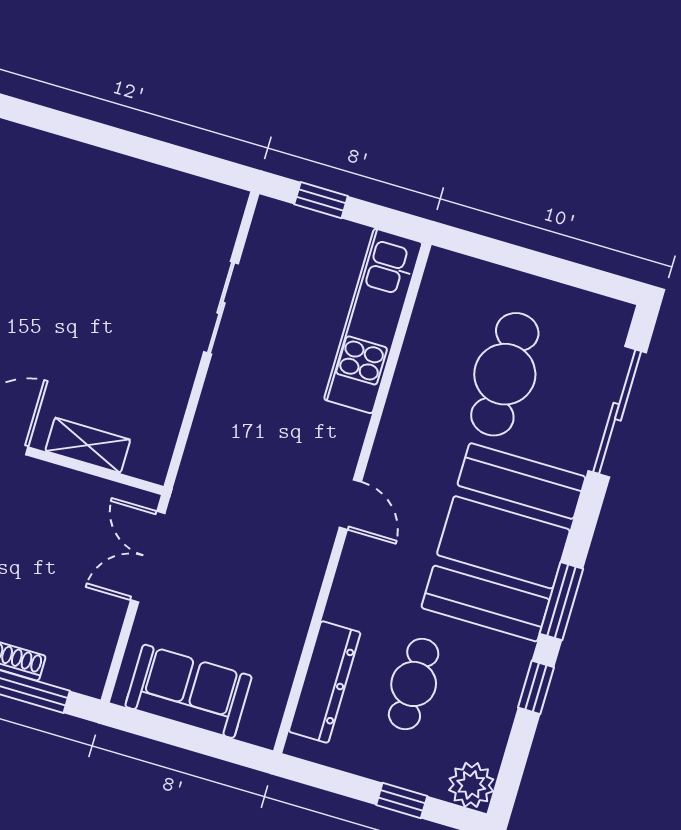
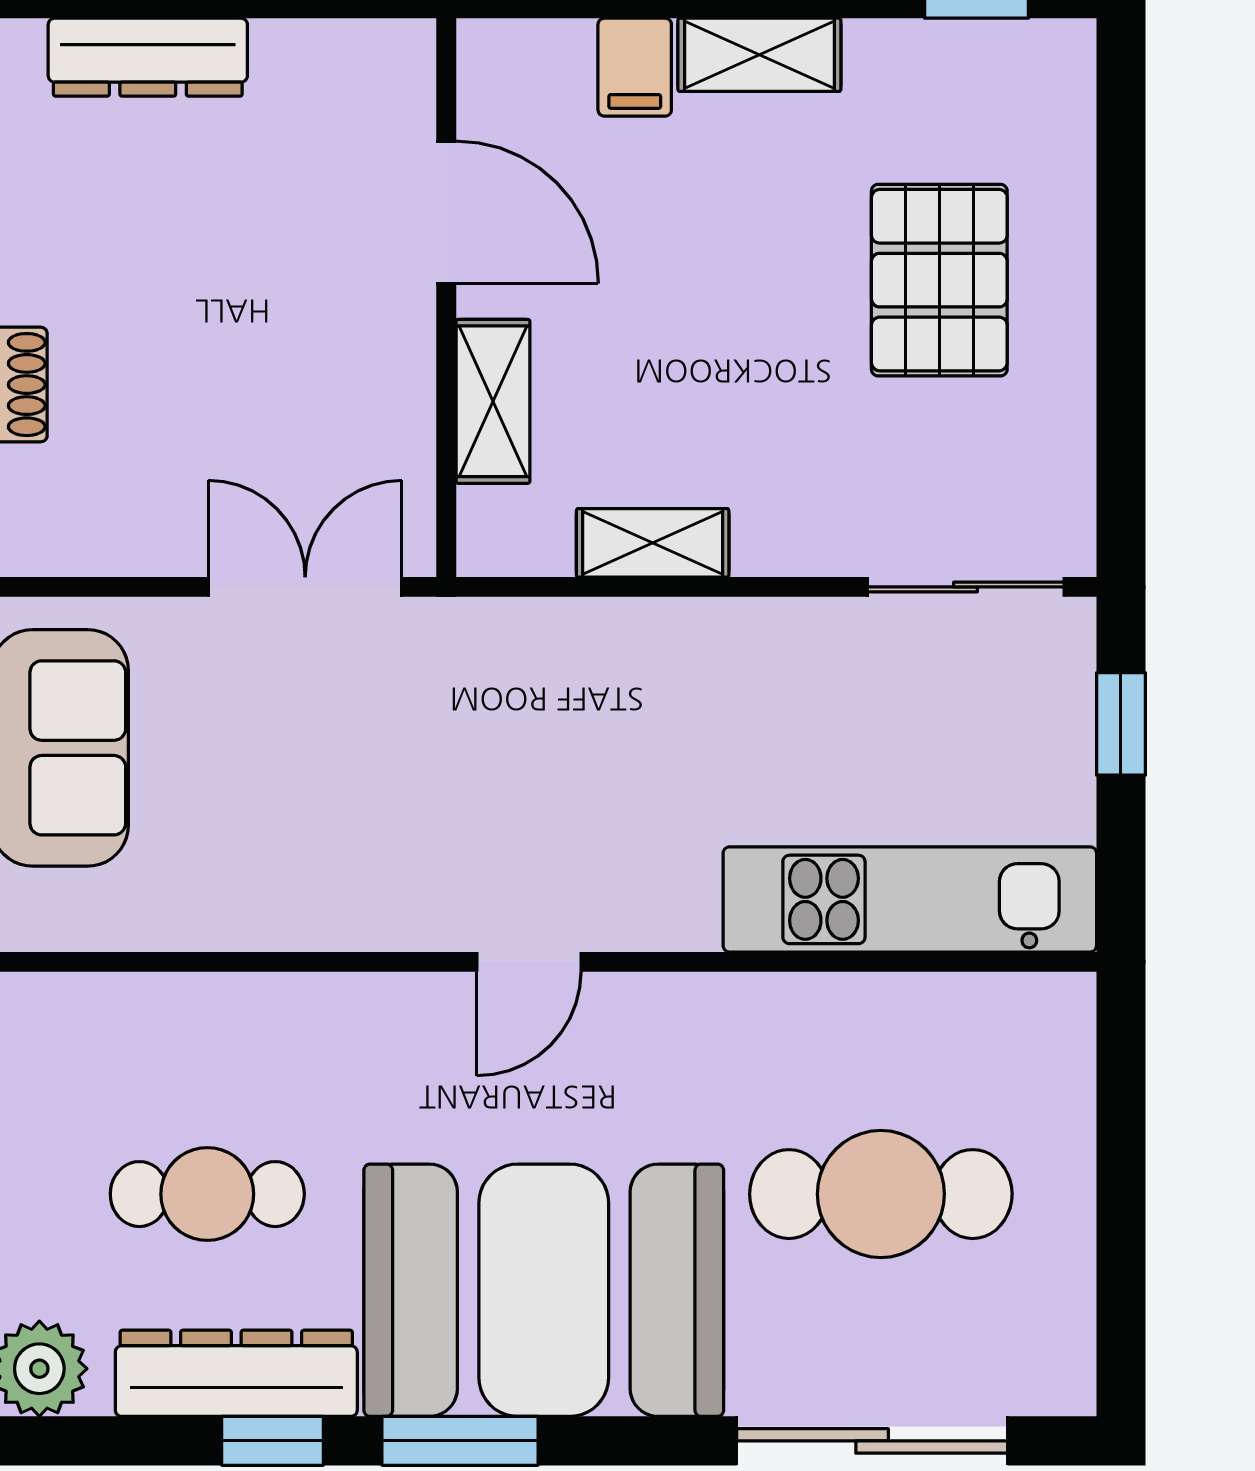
pallet: (92, 224) -> (939, 280), added
sliding door: (221, 308) -> (966, 587), moved
shelving: (174, 391) -> (653, 543), added
dresser: (325, 682) -> (236, 1373), moved, turned 180

